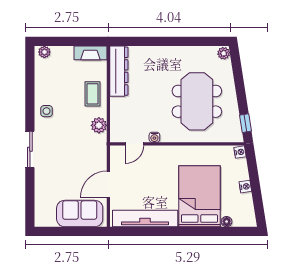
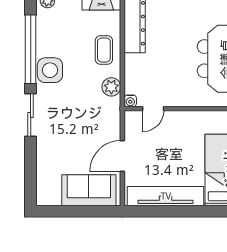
window: (30, 93) -> (31, 49), added
side table: (46, 111) -> (50, 70), width x1.87, depth x1.87
water cooler: (154, 137) -> (130, 101), moved

